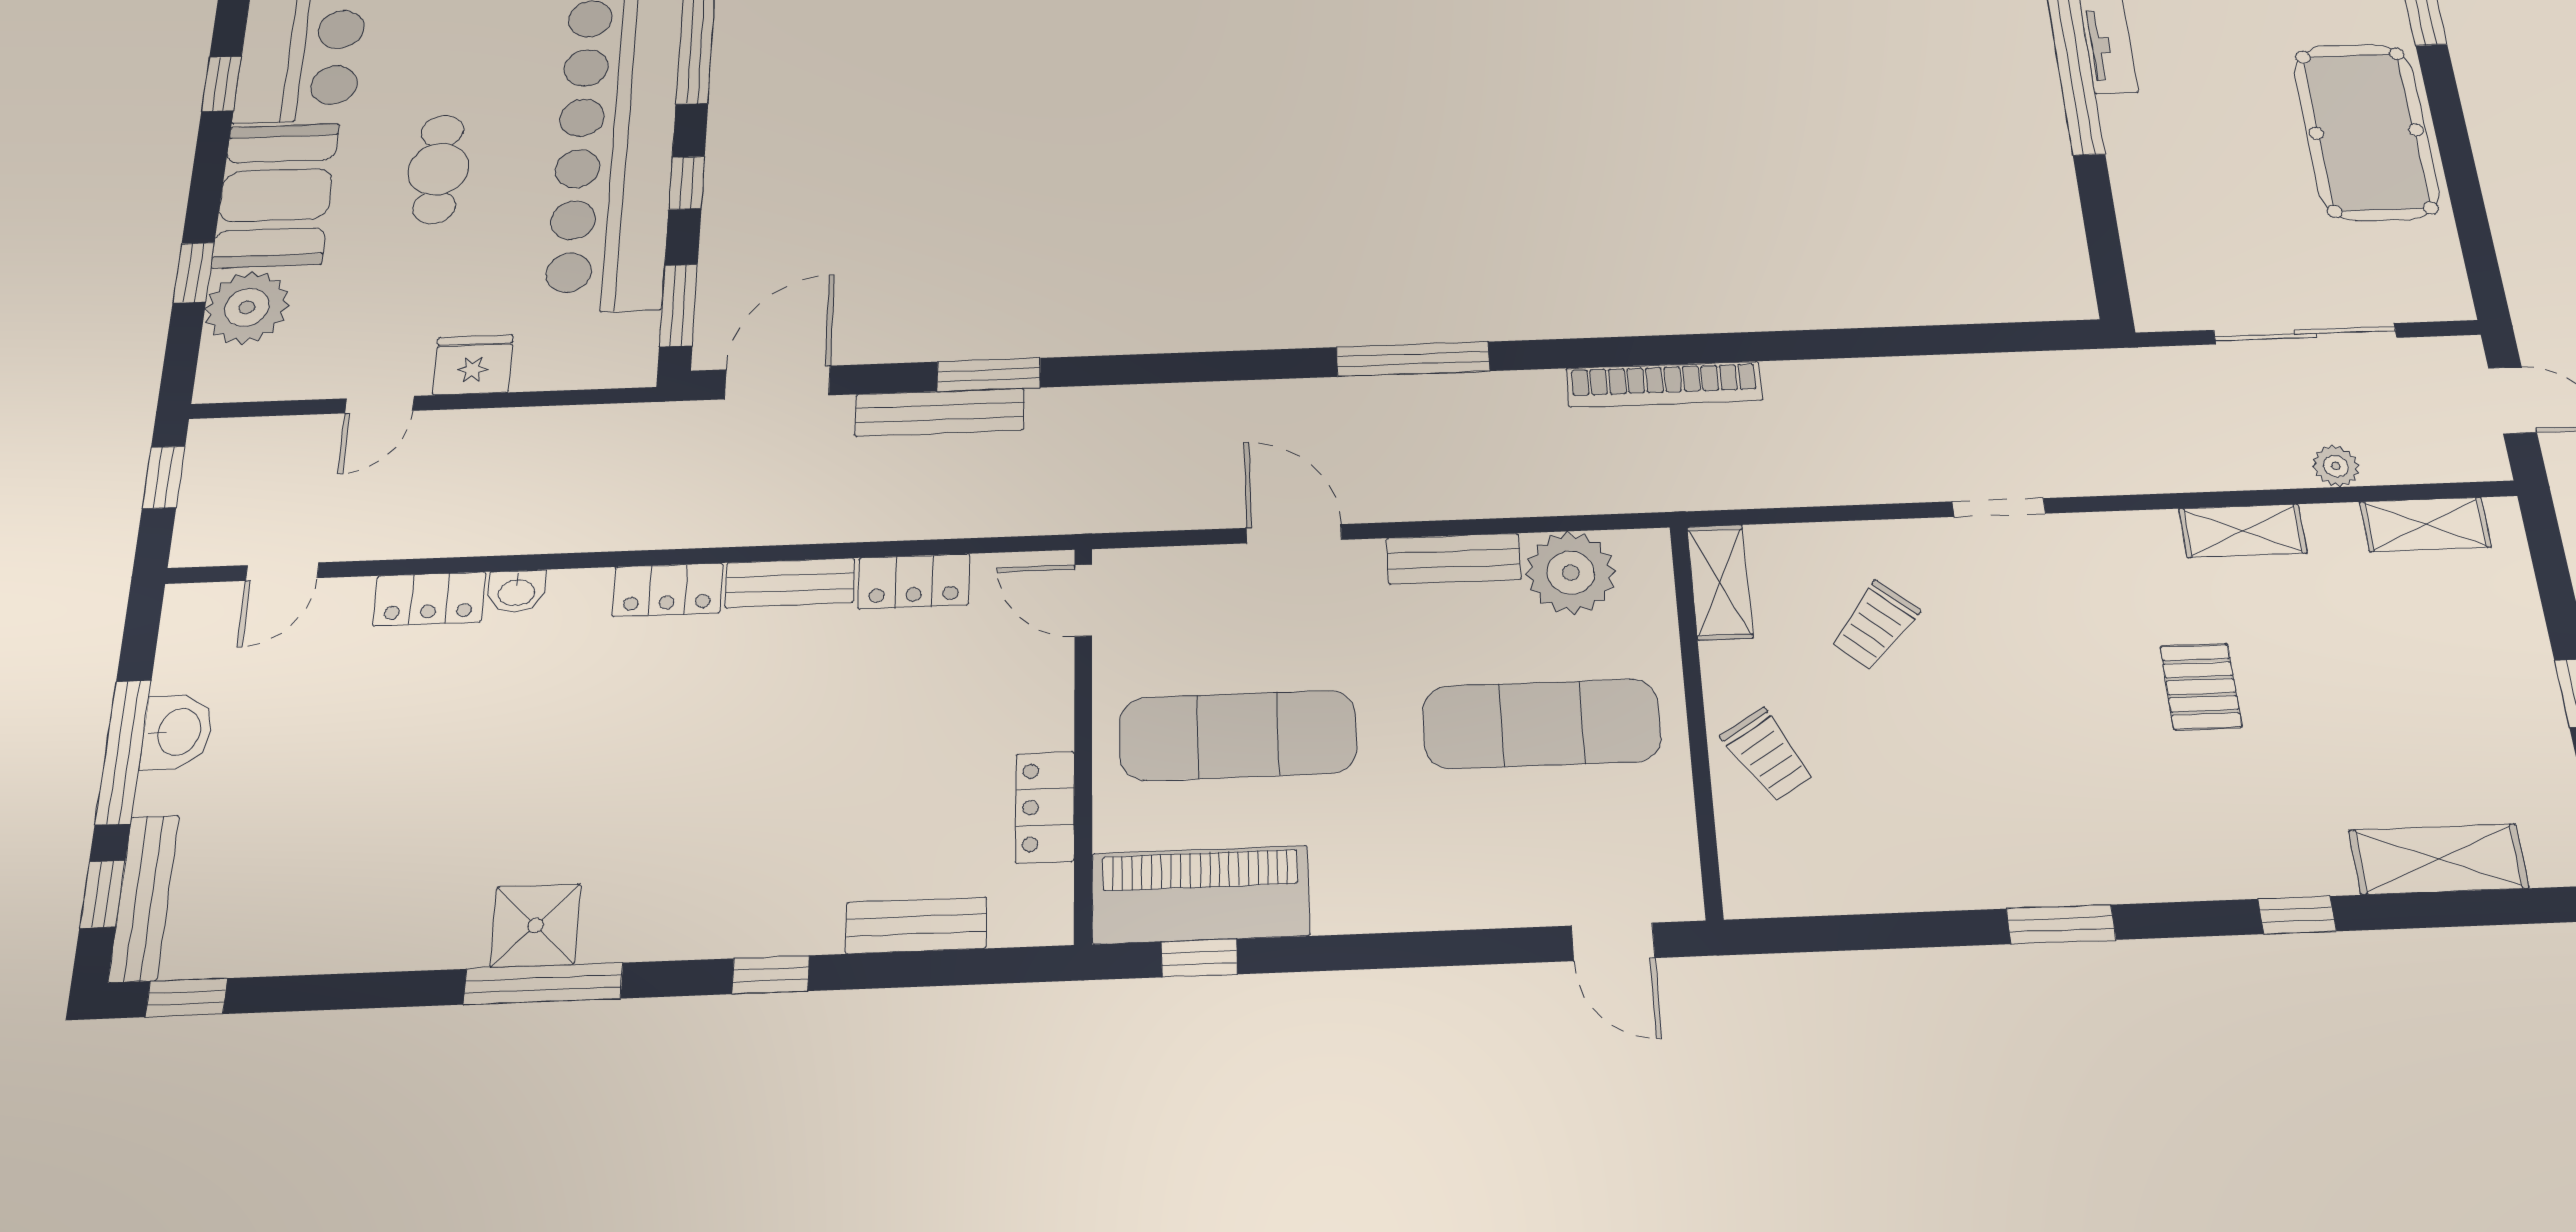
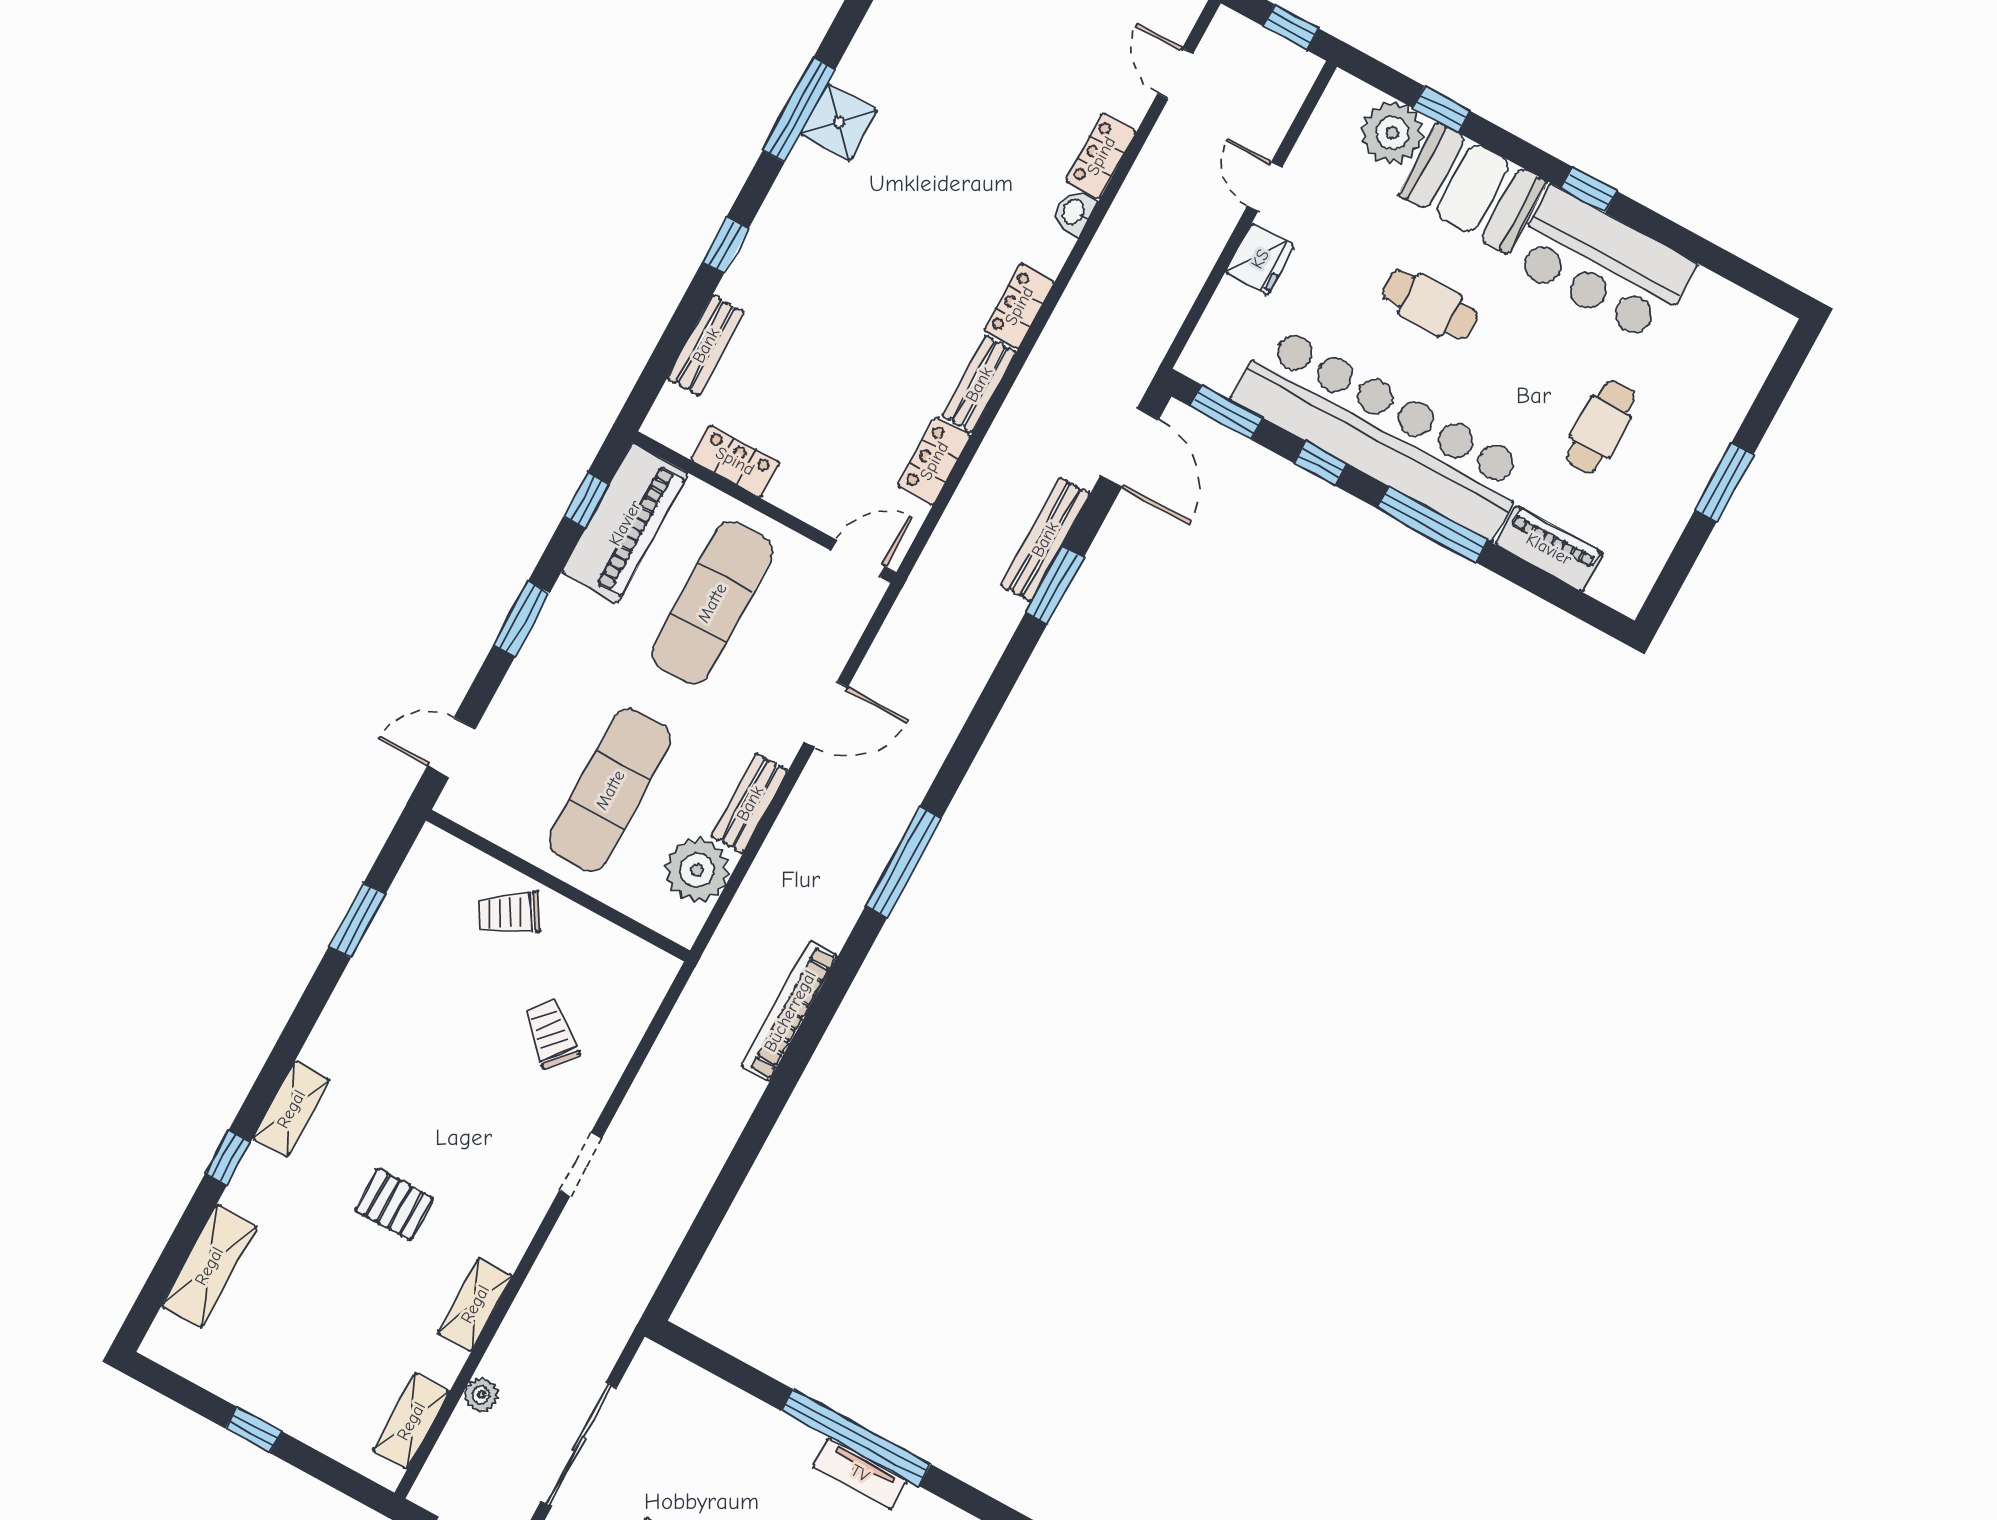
shelving: (1720, 582) -> (291, 1109), moved, turned 90
window: (2061, 924) -> (357, 920), moved
window: (1398, 950) -> (522, 619), added

